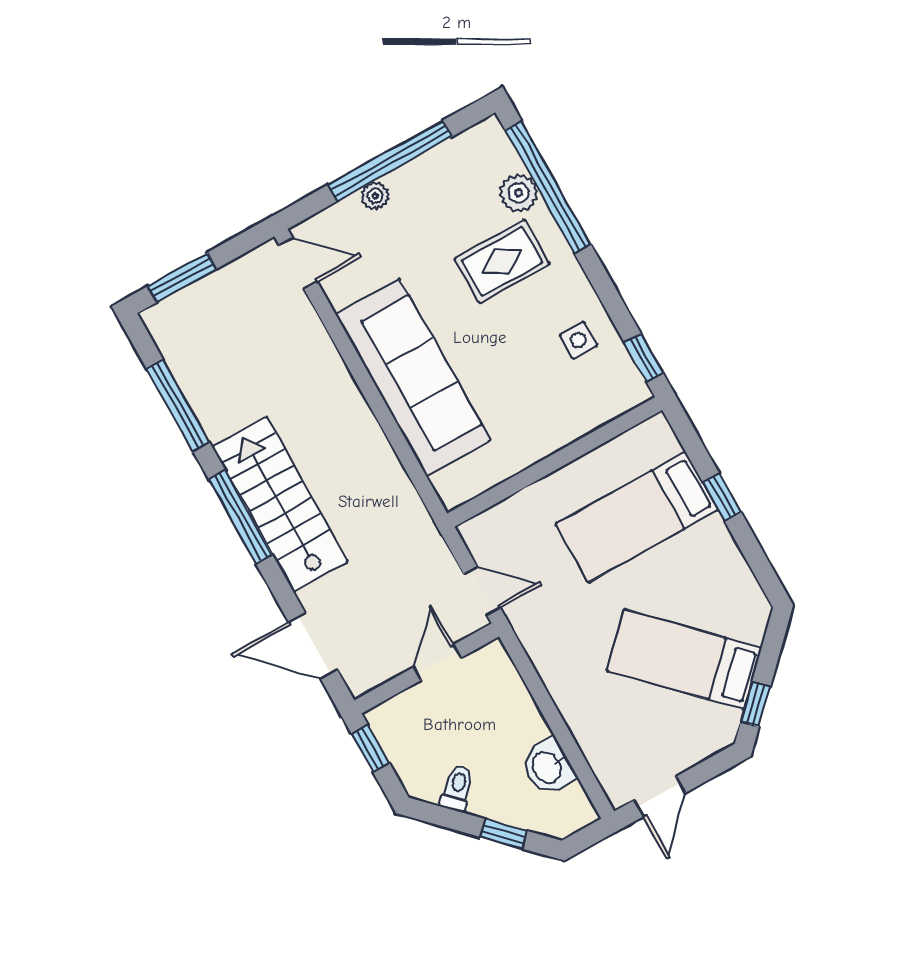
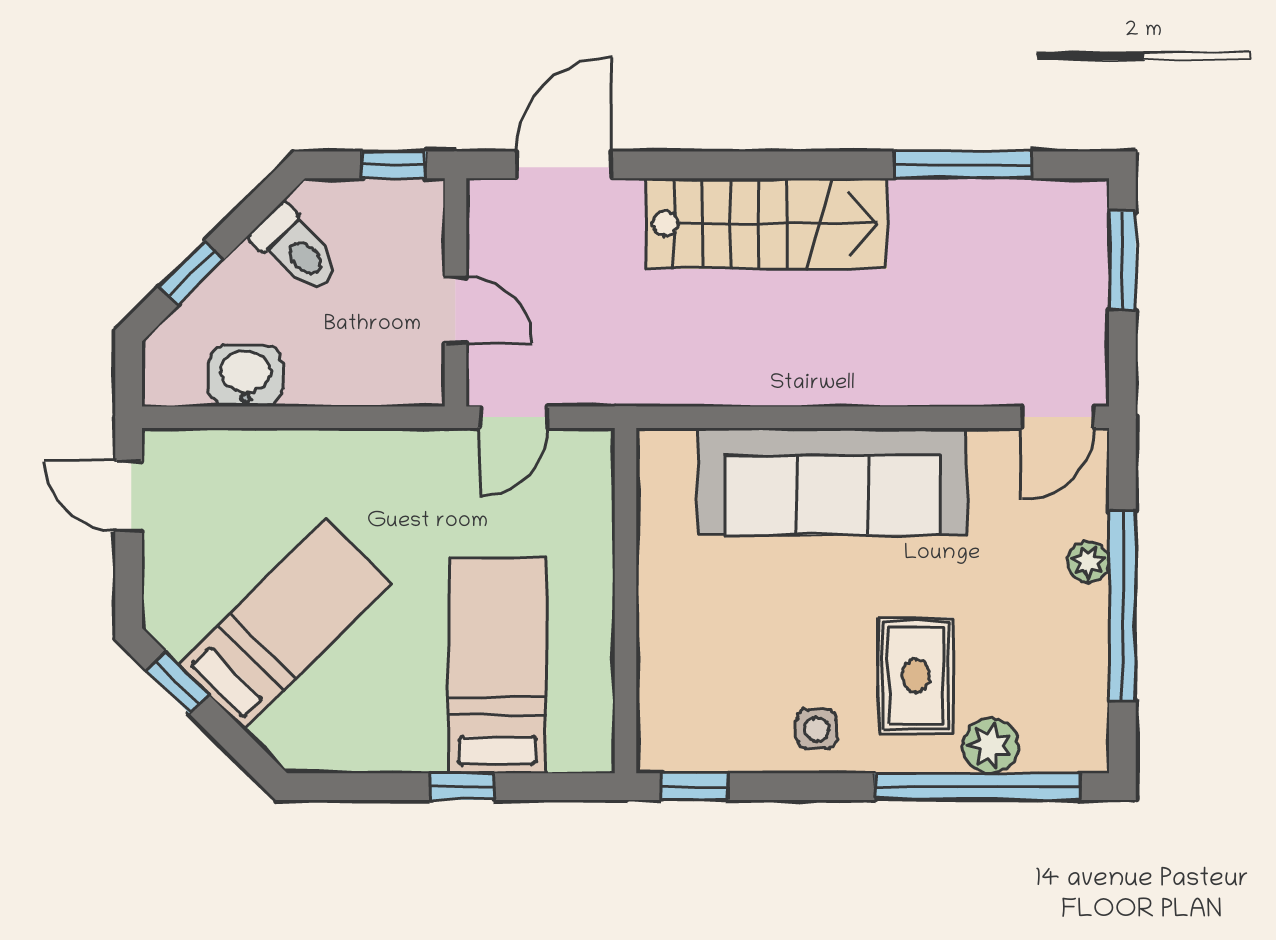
side table: (578, 340) -> (817, 729), moved
window: (241, 517) -> (778, 165), removed
toilet: (457, 788) -> (297, 250), width x1.37, depth x1.39

